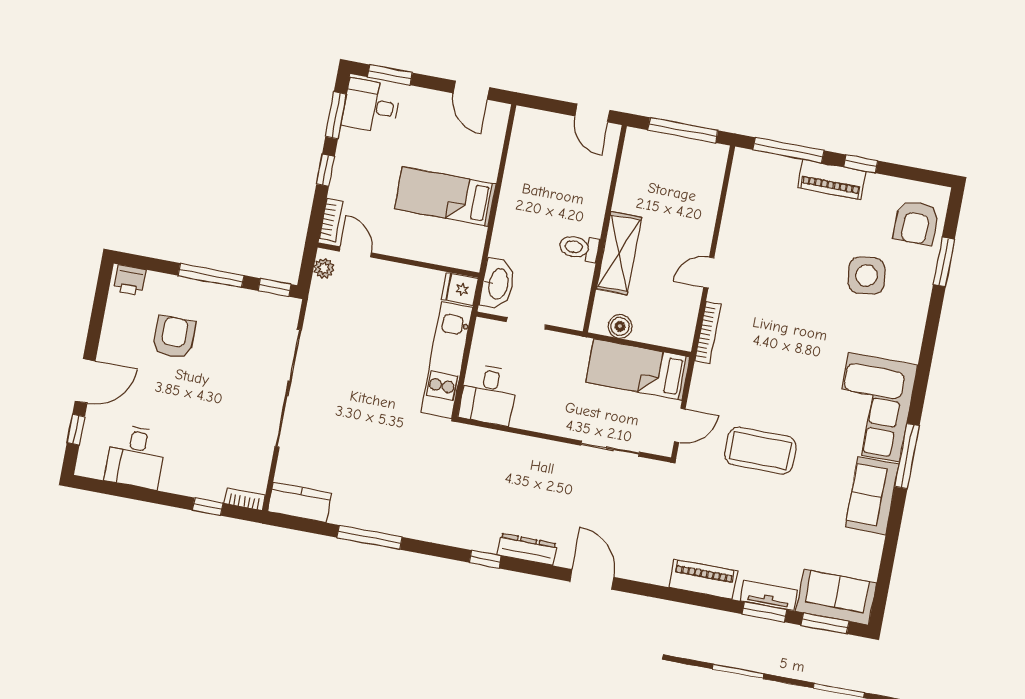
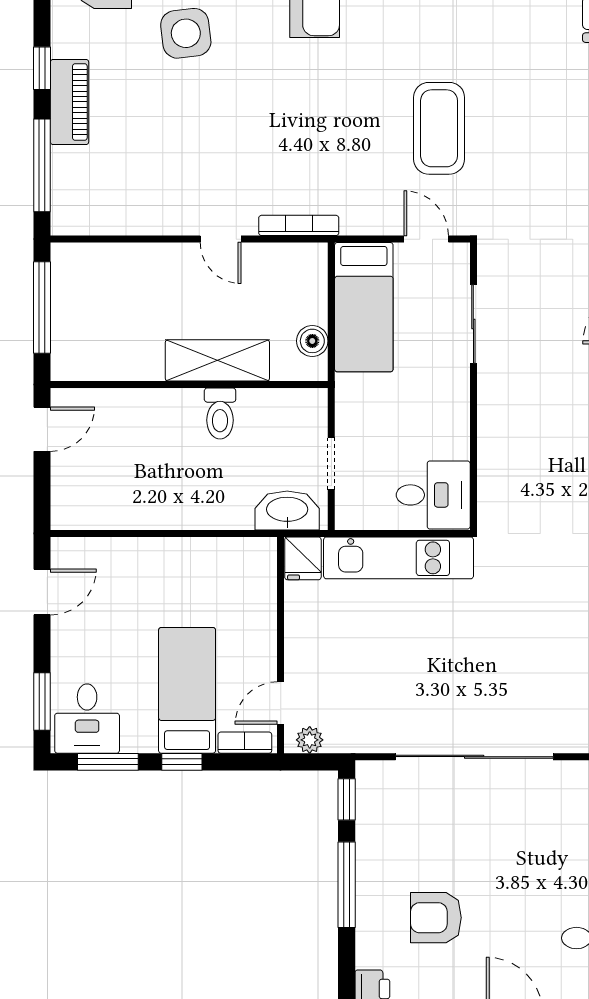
bed: (445, 196) -> (187, 690), moved, turned 180

